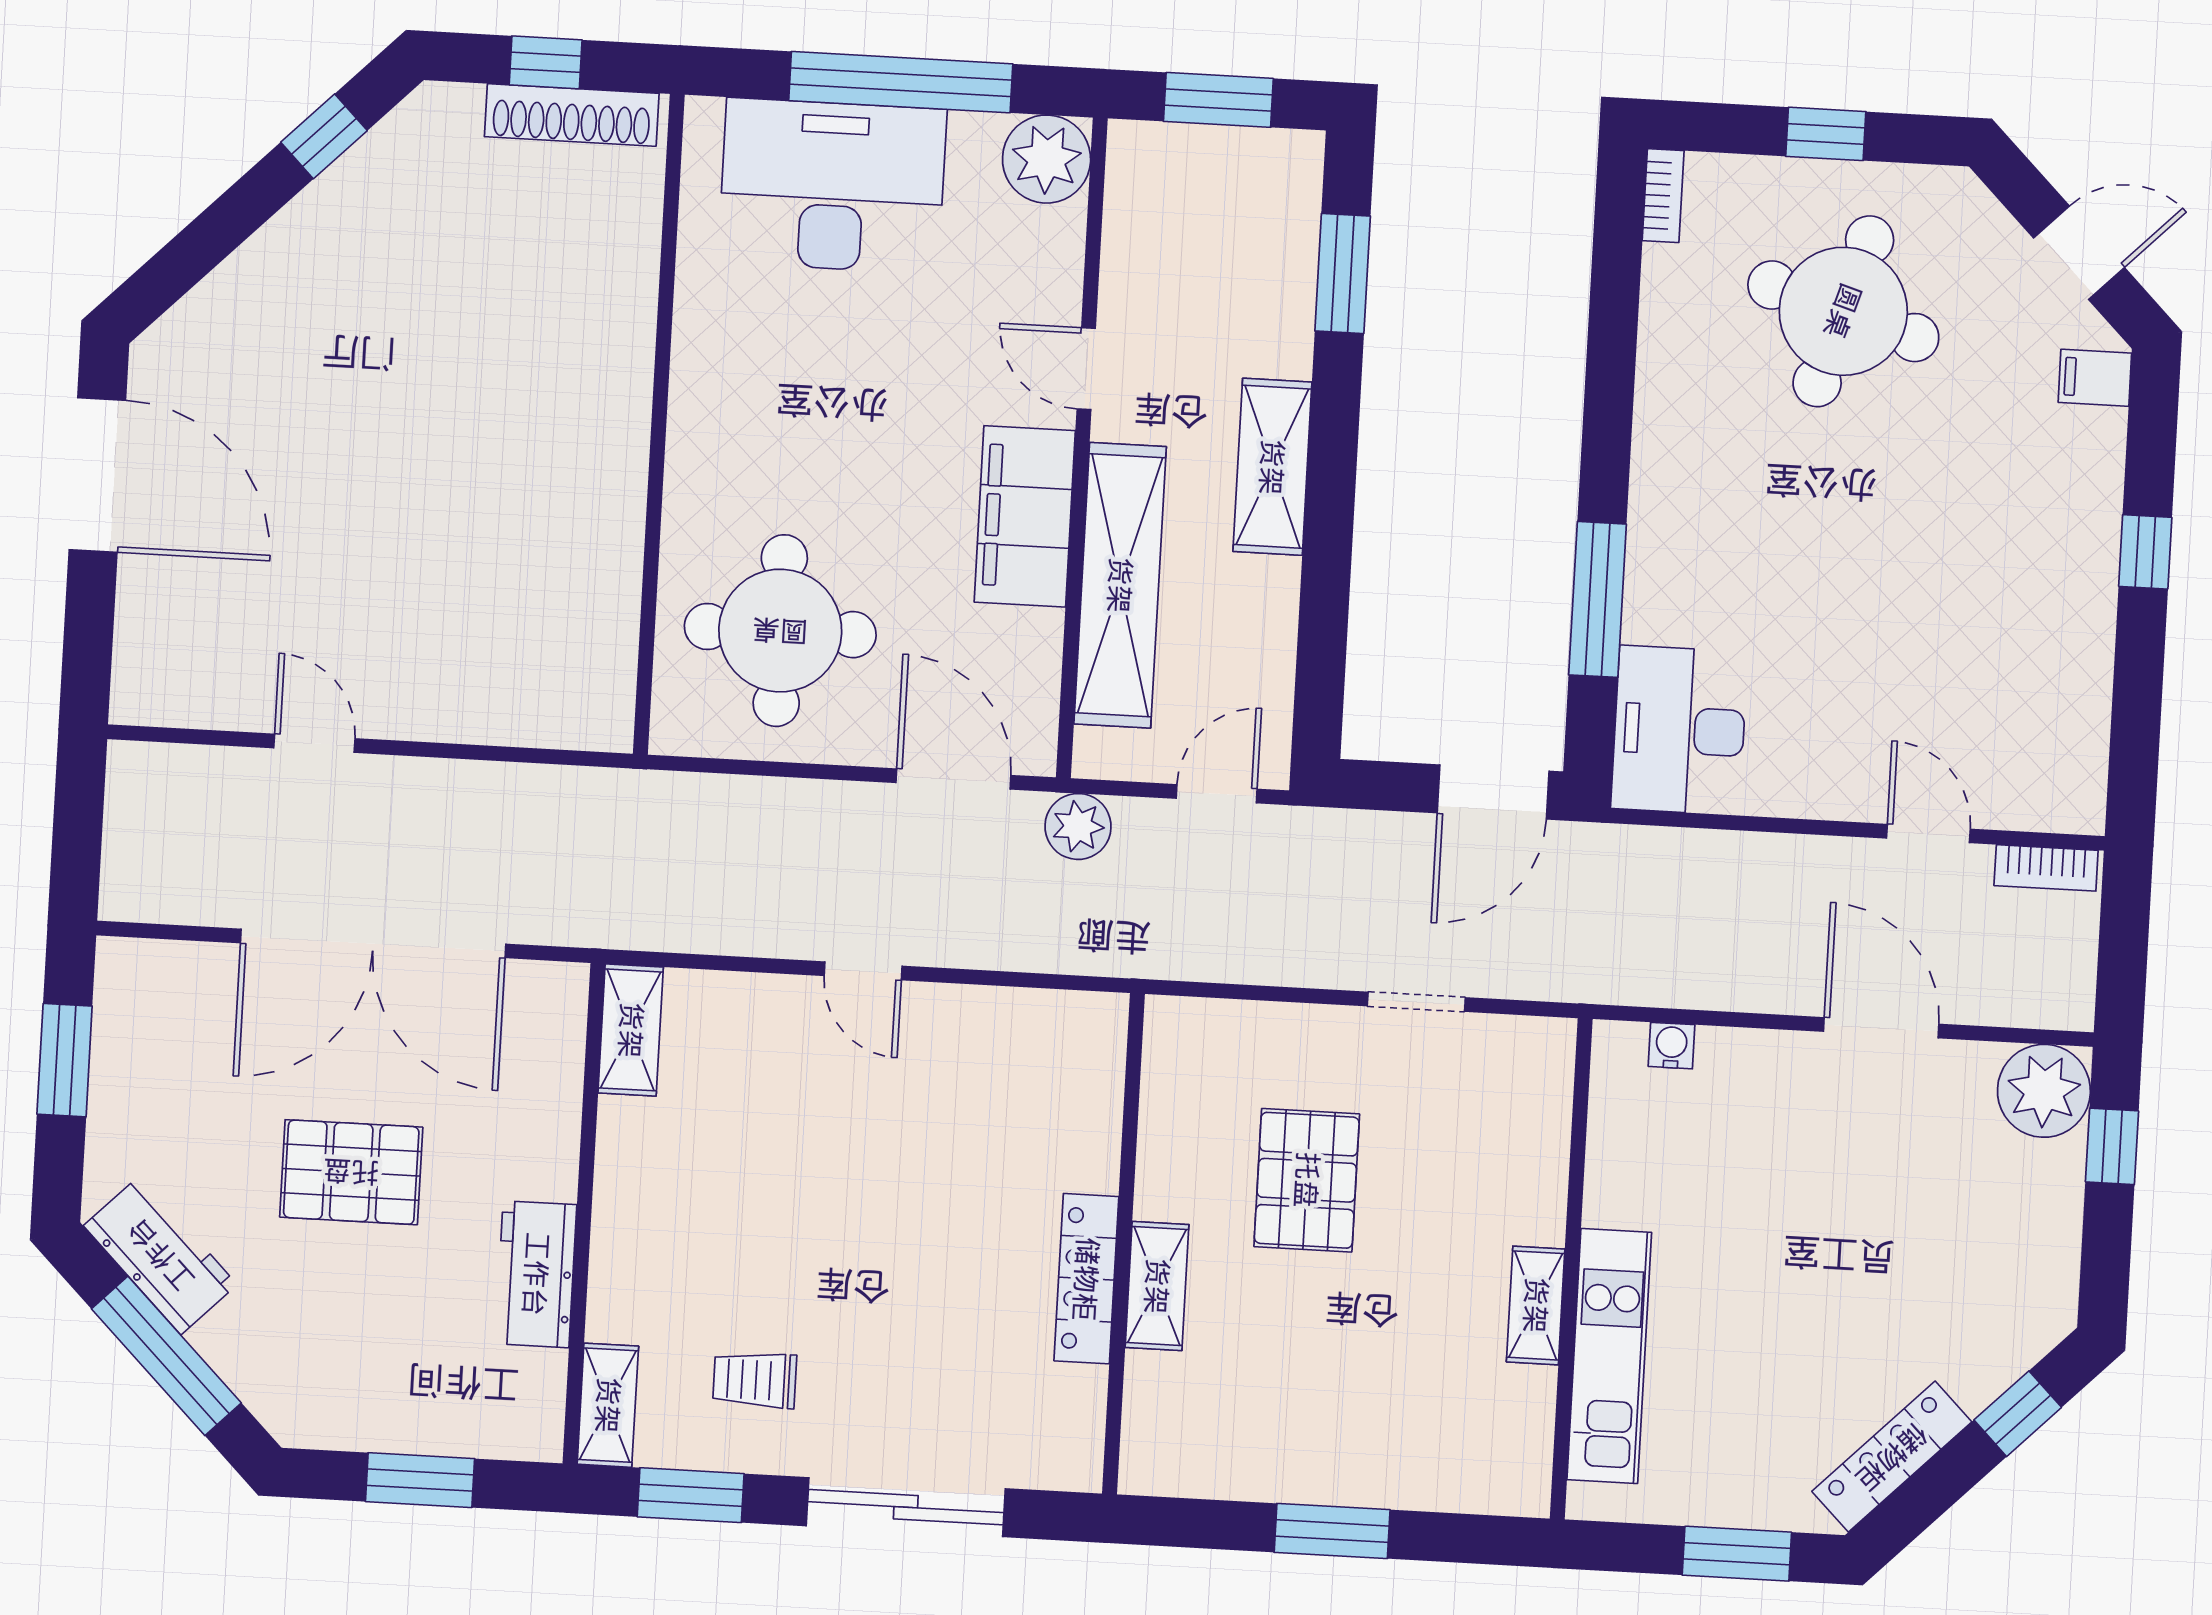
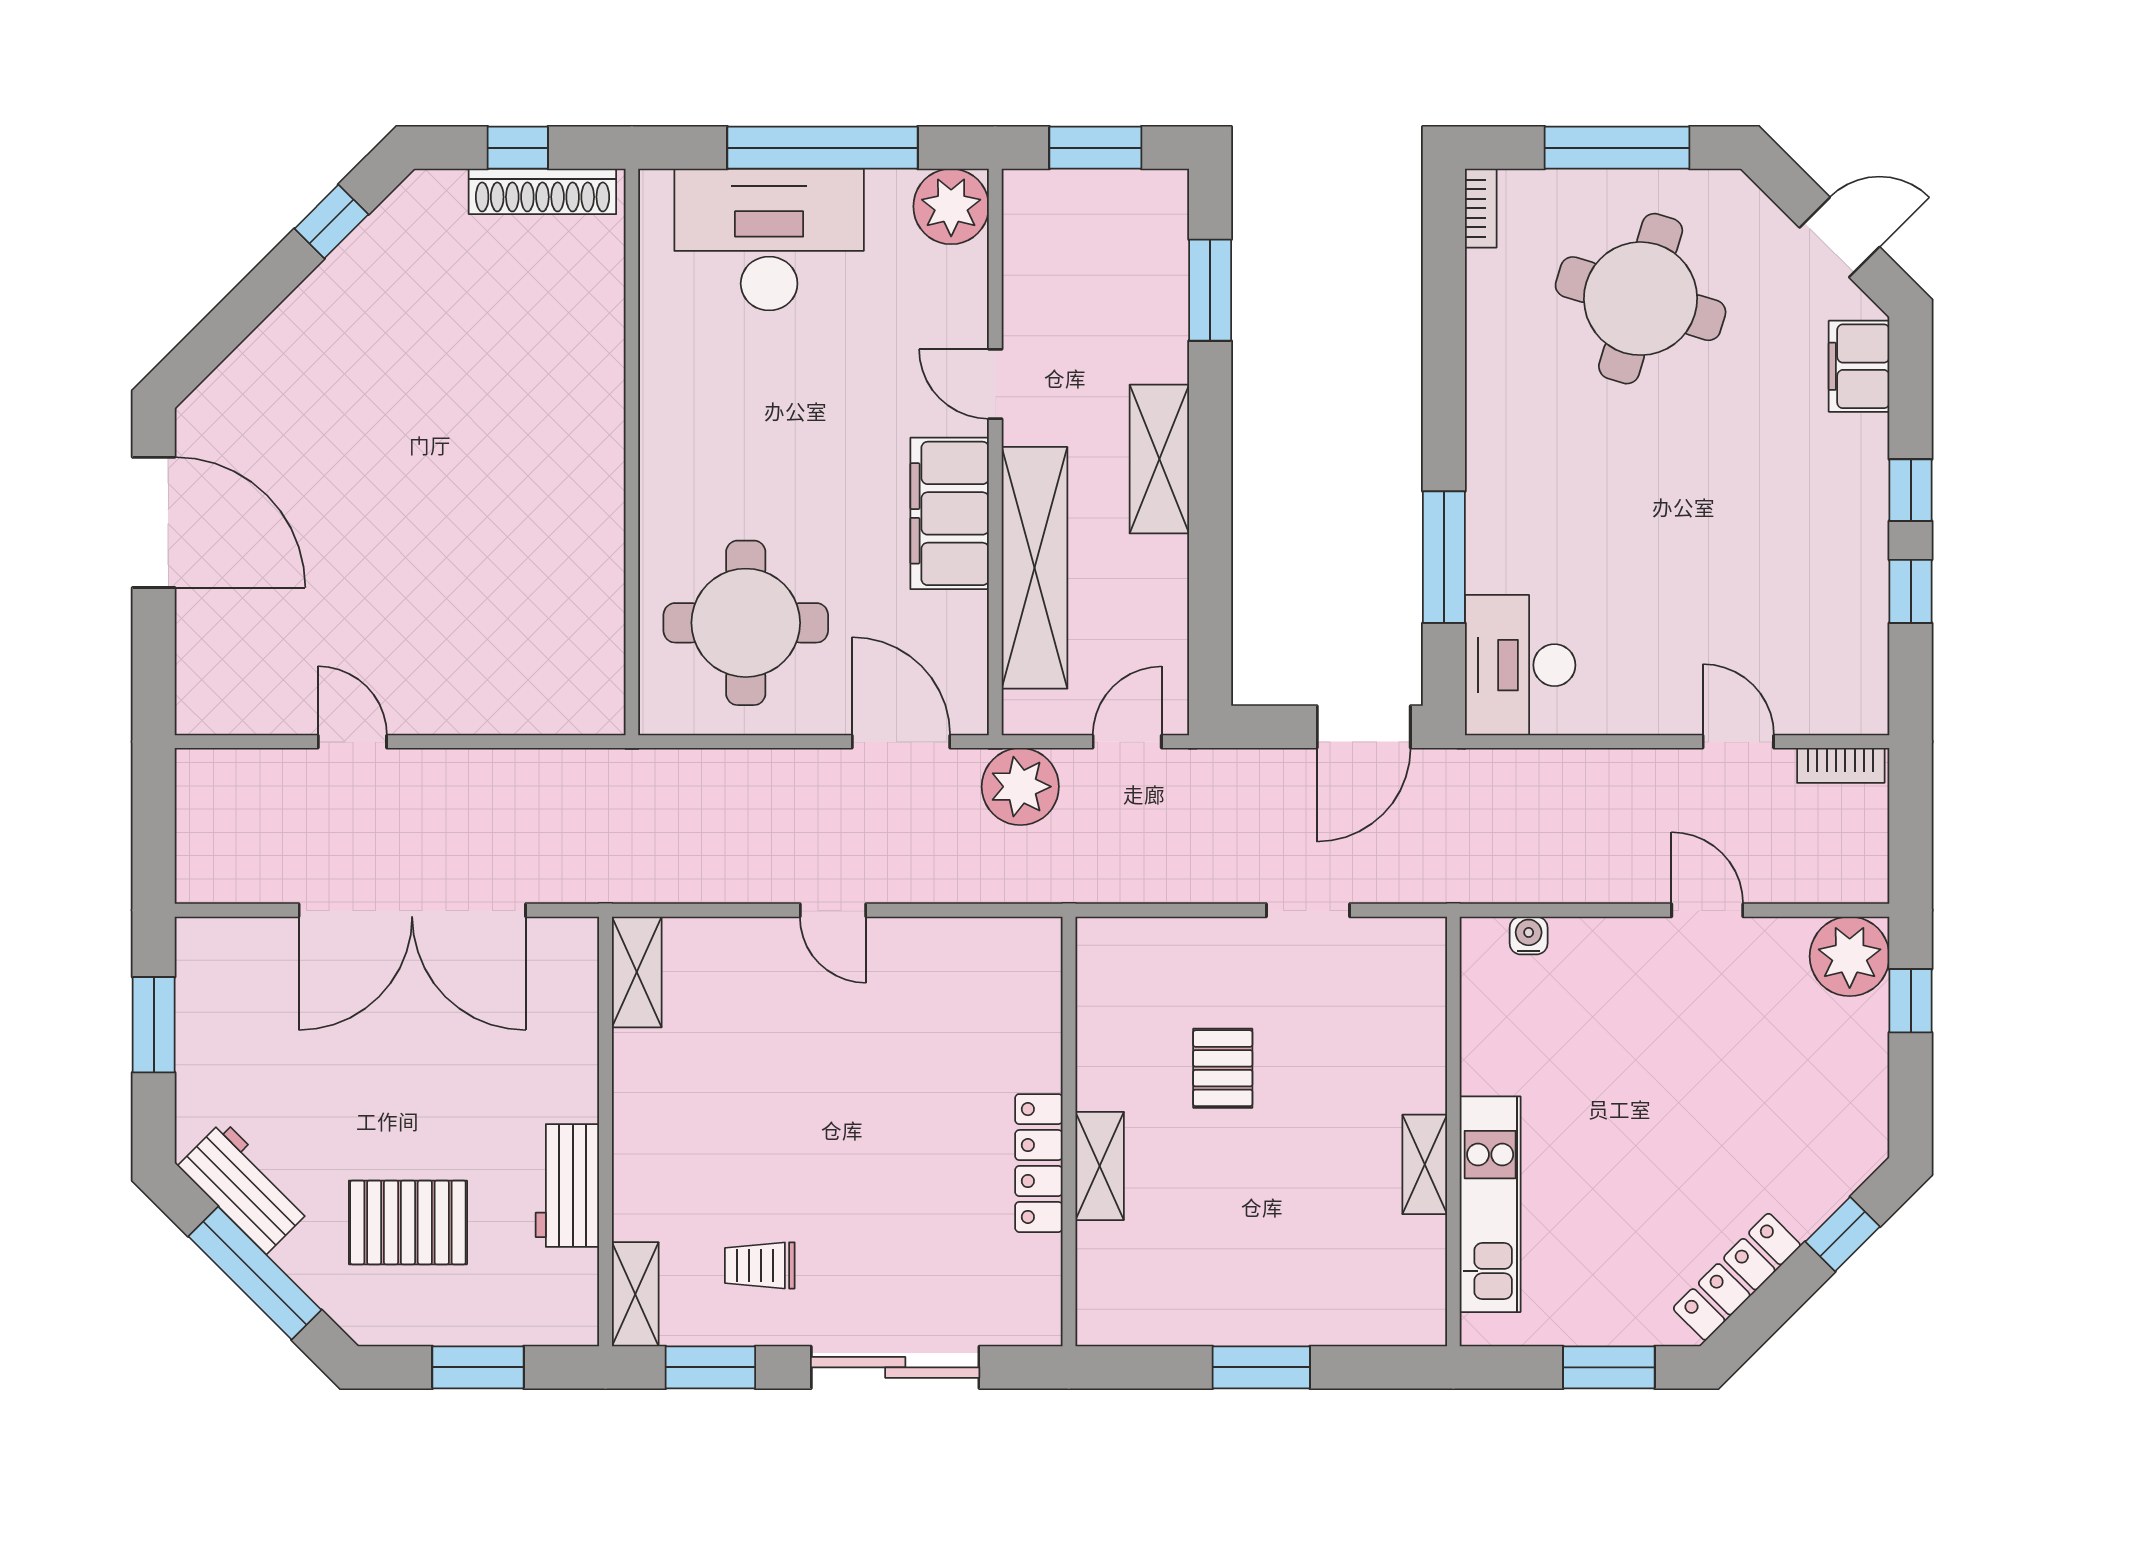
window: (1826, 134) -> (1617, 148), width x2.17
filing cabinet: (2095, 378) -> (1859, 366), width x2.00
window: (2139, 670) -> (1911, 591), added
plant: (1078, 826) -> (1020, 787), width x1.36, depth x1.36
door: (1881, 1028) -> (1707, 910), width x0.73
pallet: (351, 1172) -> (408, 1222), moved
pallet: (1307, 1180) -> (1223, 1068), width x0.67, depth x0.71

